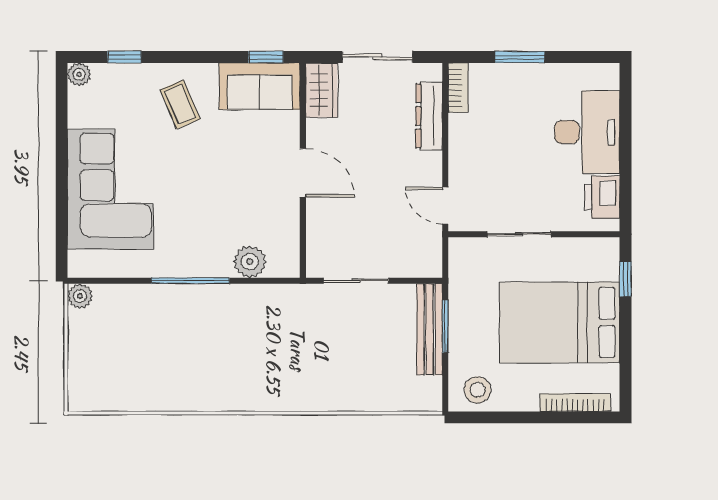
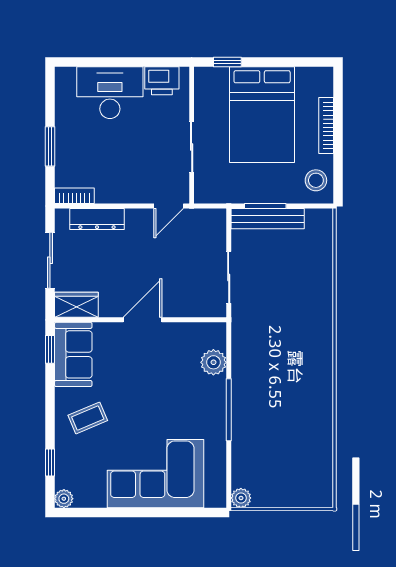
bookcase: (575, 403) -> (326, 125), moved

